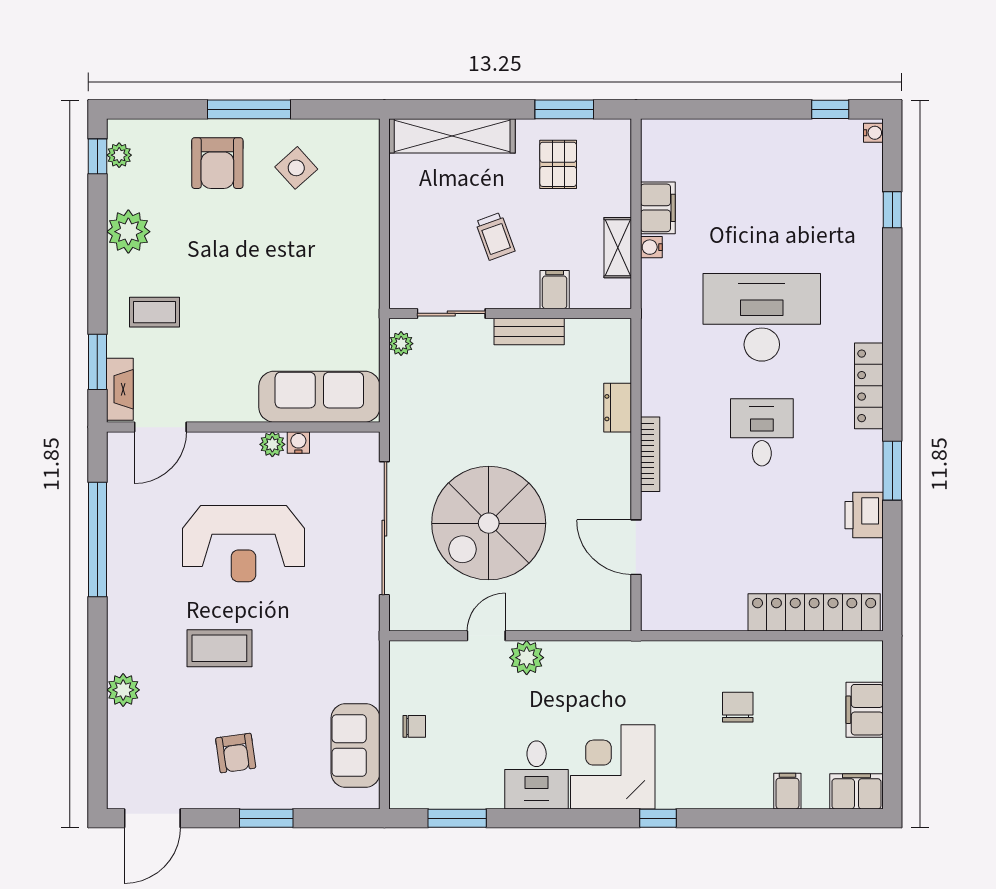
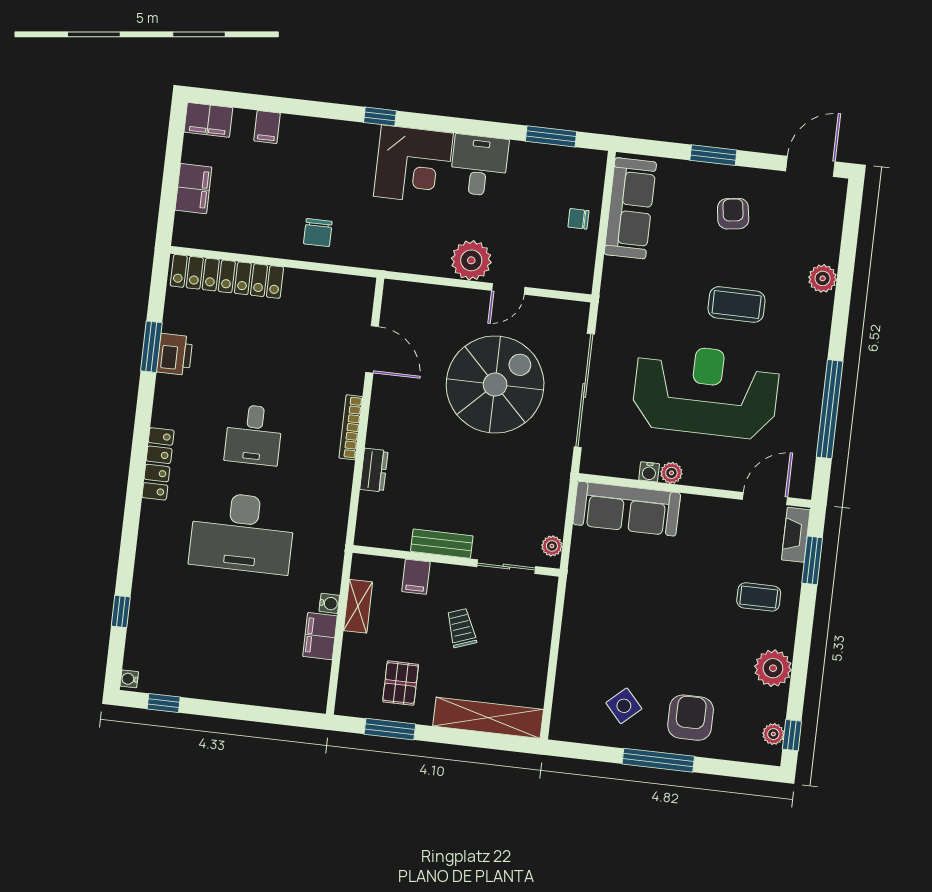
window: (892, 471) -> (151, 347), moved
reception desk: (243, 544) -> (706, 391), width x1.36, depth x1.30
plant: (527, 658) -> (471, 260), width x1.36, depth x1.36
chair: (738, 707) -> (318, 233), moved
sofa: (356, 745) -> (630, 208), width x1.36

